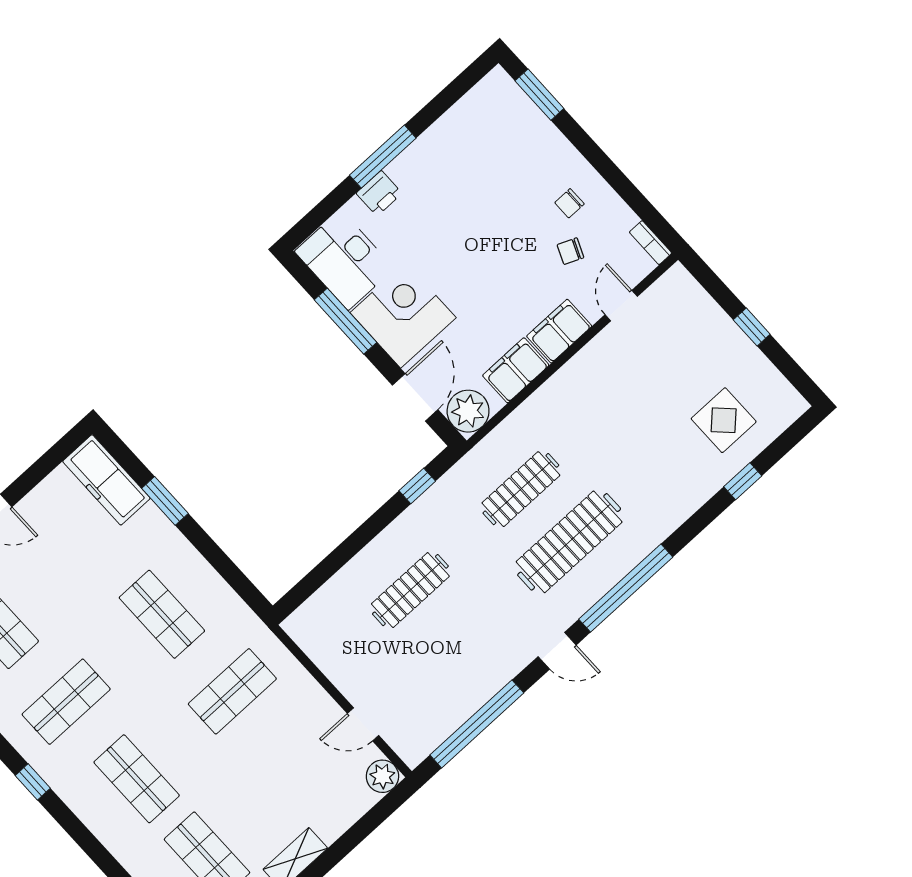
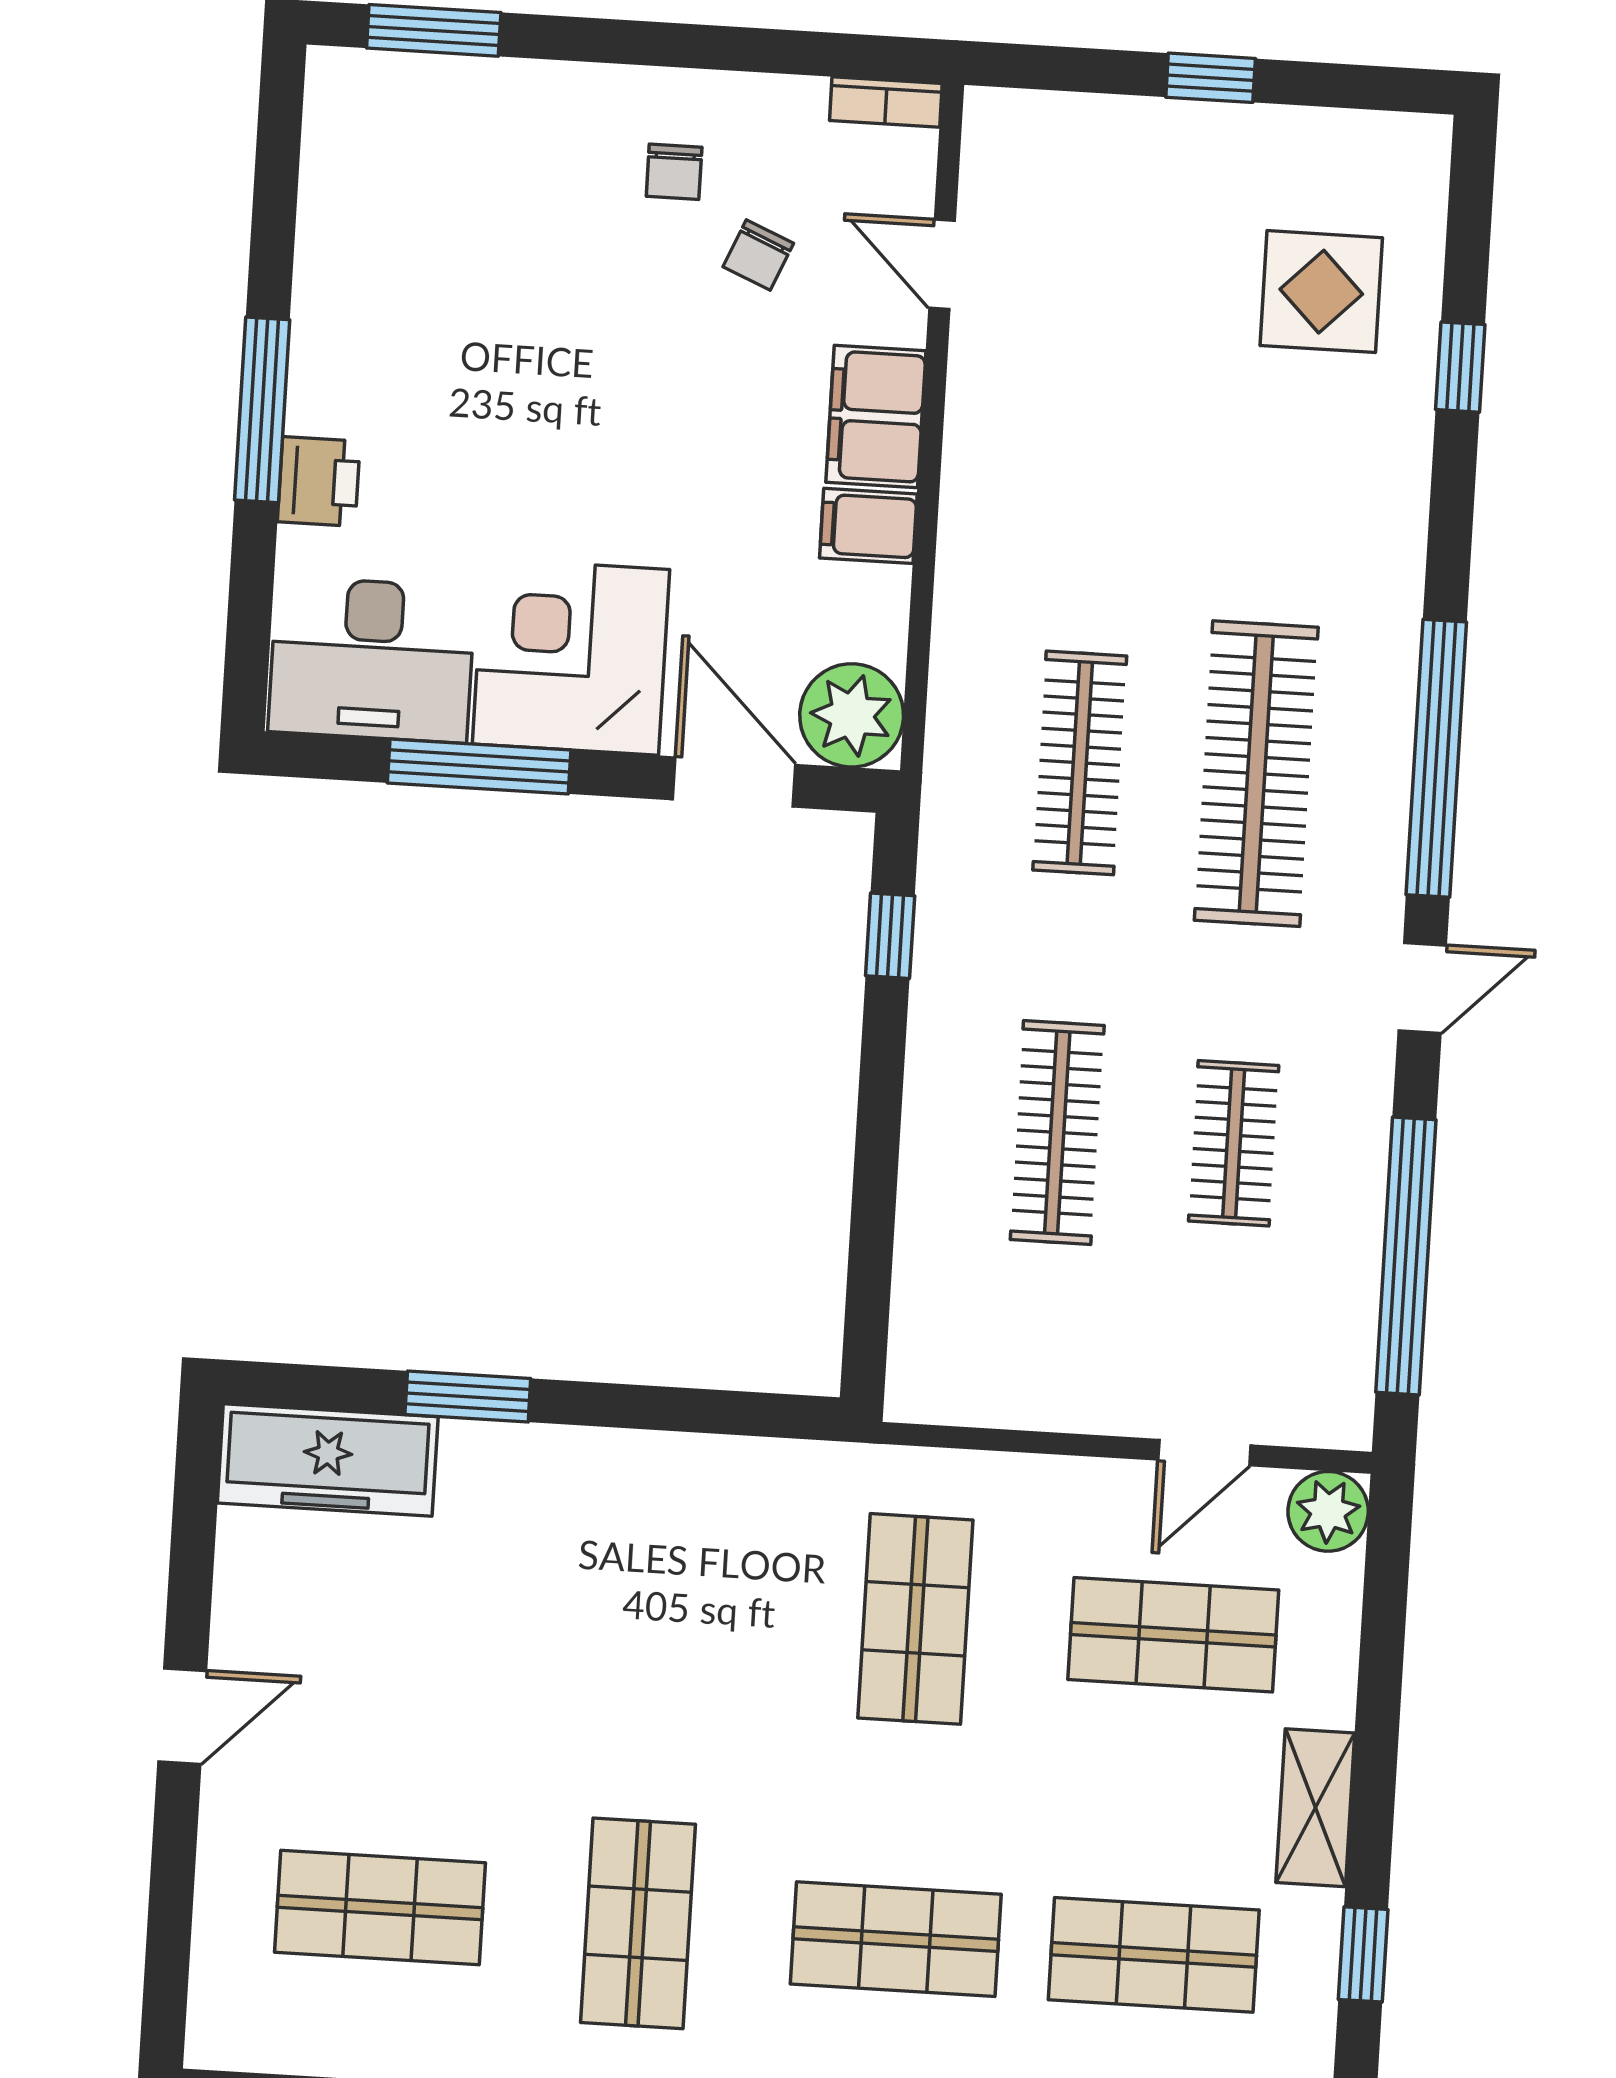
filing cabinet: (516, 370) -> (868, 526), width x0.50
shop shelf: (162, 614) -> (1173, 1635), moved
clothes rail: (459, 643) -> (1234, 1143), added

